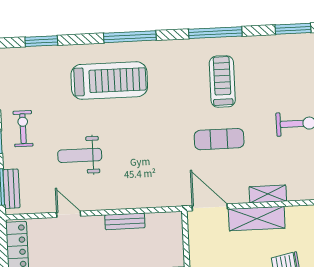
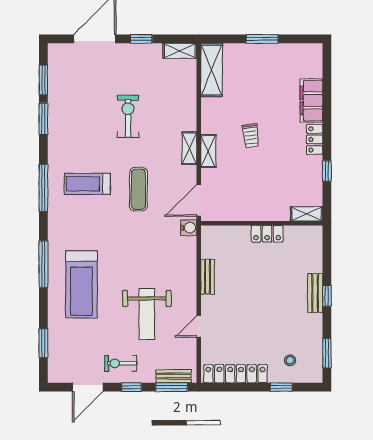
treadmill: (109, 81) -> (81, 284), turned 180
weight bench: (80, 155) -> (147, 314), width x1.36, depth x1.33
water cooler: (179, 198) -> (189, 228), added
shelving: (257, 219) -> (208, 151), width x0.67, depth x0.75

